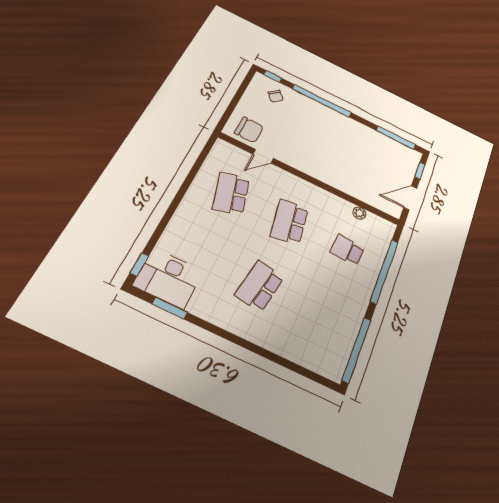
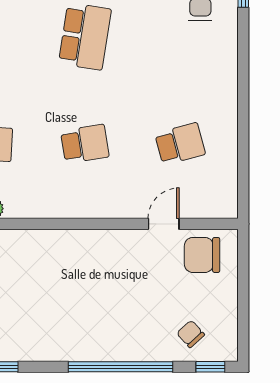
school desk: (231, 194) -> (180, 144), width x0.54
school desk: (289, 222) -> (85, 144), width x0.54

